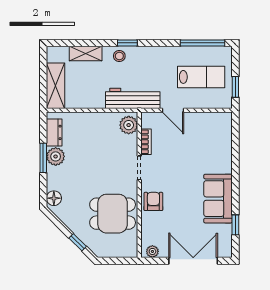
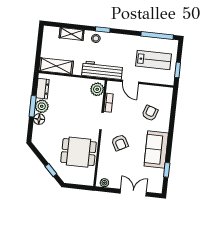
shelving: (56, 86) -> (56, 66), moved, turned 90
armchair: (204, 150) -> (150, 113), added
floor lamp: (54, 198) -> (39, 119), moved
armchair: (153, 201) -> (120, 143), moved, turned 152
double door: (193, 261) -> (133, 193), width x0.73

